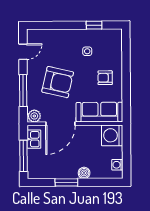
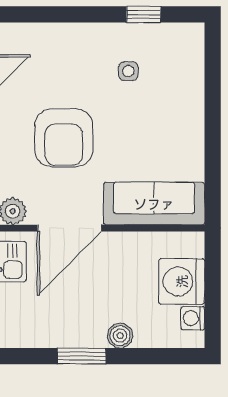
armchair: (105, 78) -> (167, 129), removed
armchair: (58, 82) -> (64, 138), turned 77
washing machine: (112, 135) -> (182, 281), moved

